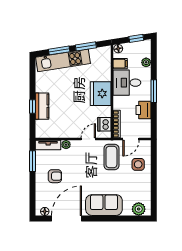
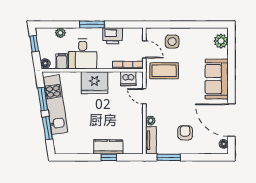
kitchen unit: (63, 60) -> (55, 105), moved

